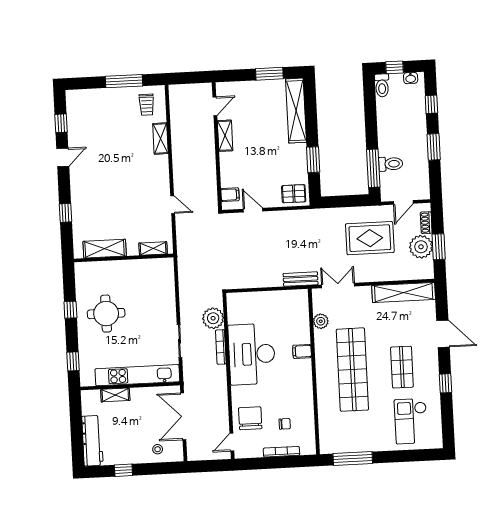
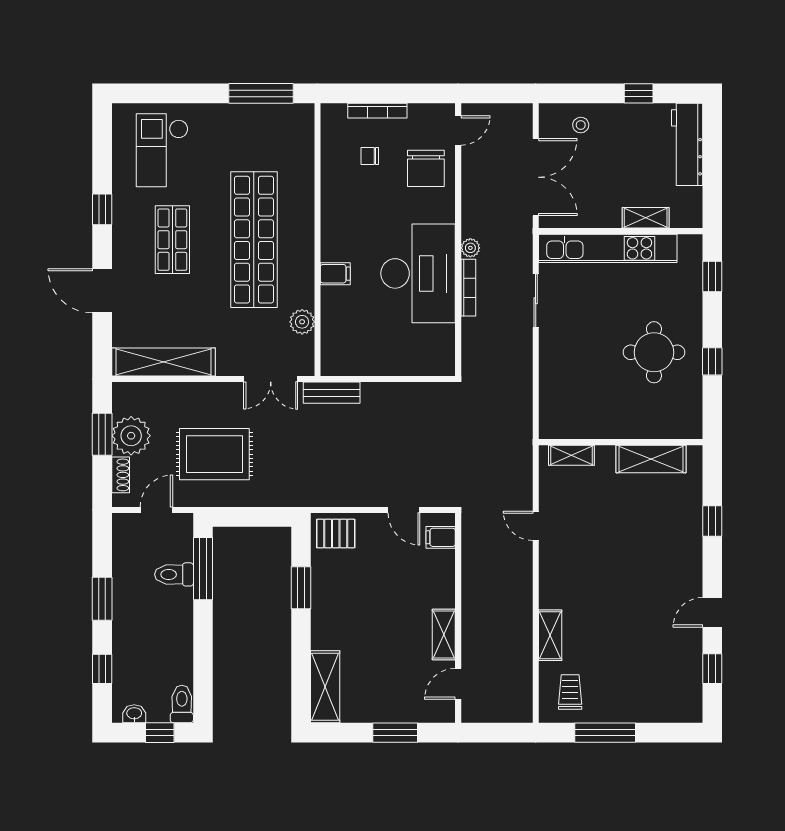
window: (269, 74) -> (395, 733), moved
shelving: (296, 111) -> (325, 687), width x0.68
plant: (213, 318) -> (470, 248), moved, width x0.53, depth x0.53
checkout: (411, 421) -> (162, 150), turned 180

